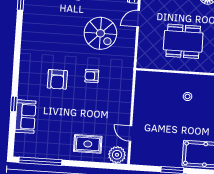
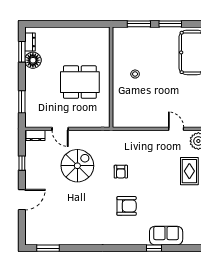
dining table: (183, 41) -> (80, 82), turned 90
door: (130, 134) -> (176, 129), swing flipped

